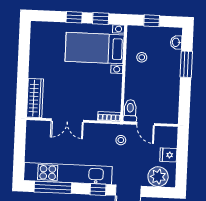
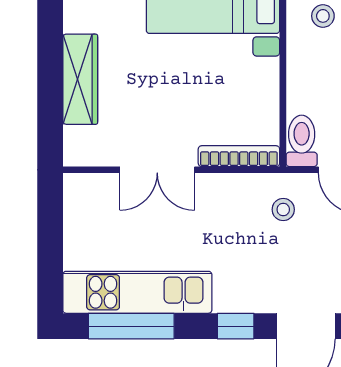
wardrobe: (35, 98) -> (80, 79), moved
bookcase: (109, 116) -> (239, 156), width x1.56
kitchen unit: (68, 173) -> (137, 292), width x0.73

